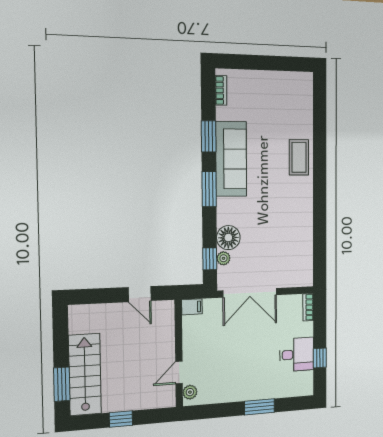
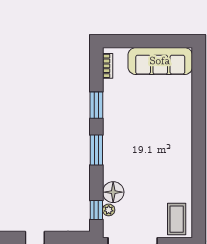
coffee table: (299, 157) -> (177, 219), moved
sofa: (231, 159) -> (160, 61), moved, turned 90

